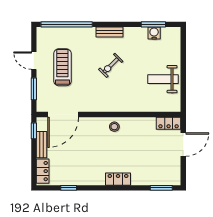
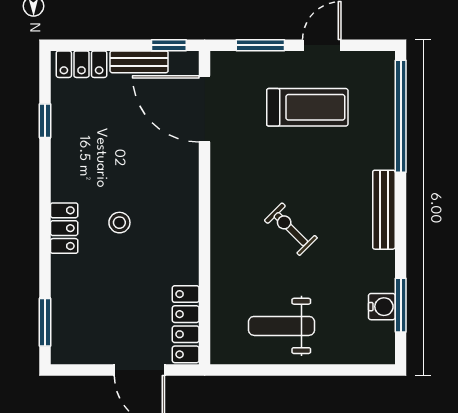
bench: (110, 32) -> (384, 210), width x1.36
exercise bike: (111, 65) -> (291, 229), moved
weight bench: (163, 79) -> (282, 326), turned -90
locker: (169, 123) -> (186, 324), width x1.53
stool: (114, 127) -> (119, 223), moved

